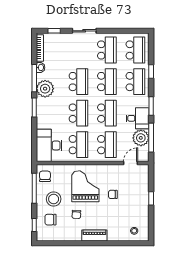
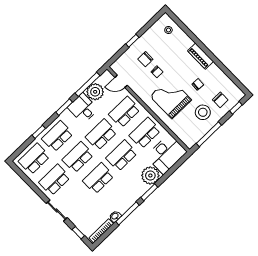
plant: (45, 89) -> (150, 176), moved
chair: (45, 176) -> (145, 59), moved
grand piano: (85, 186) -> (171, 98), turned 90

